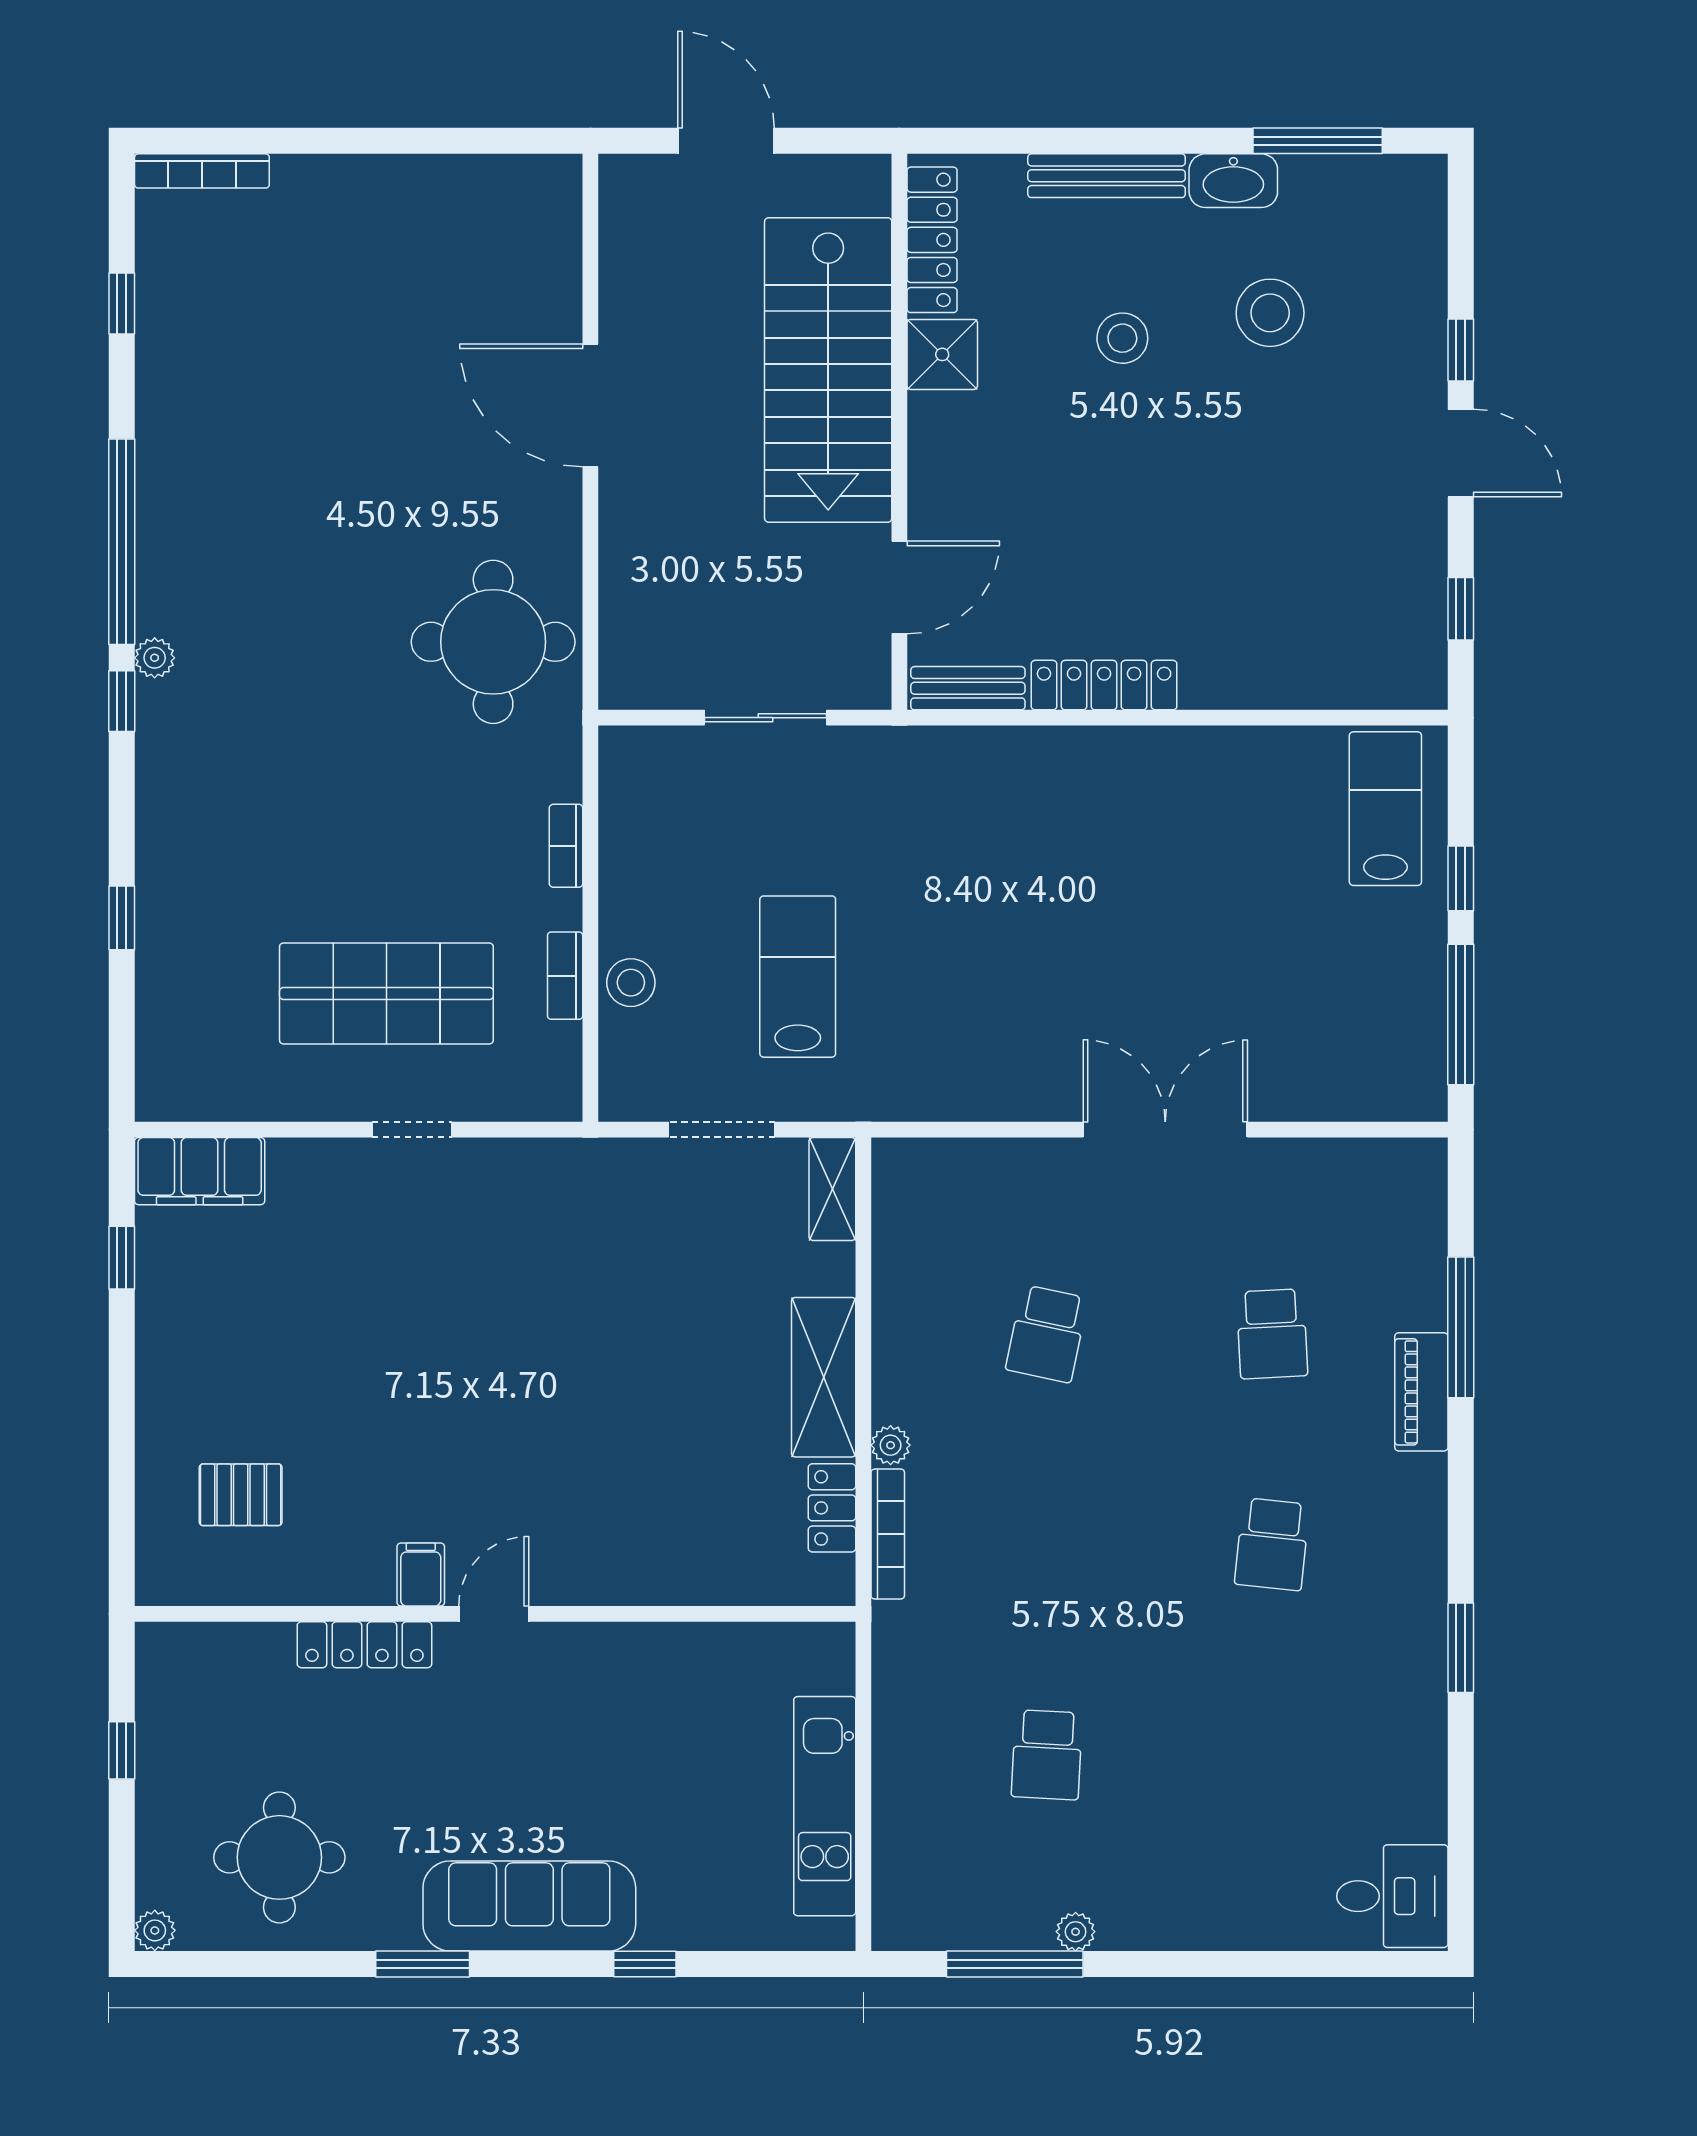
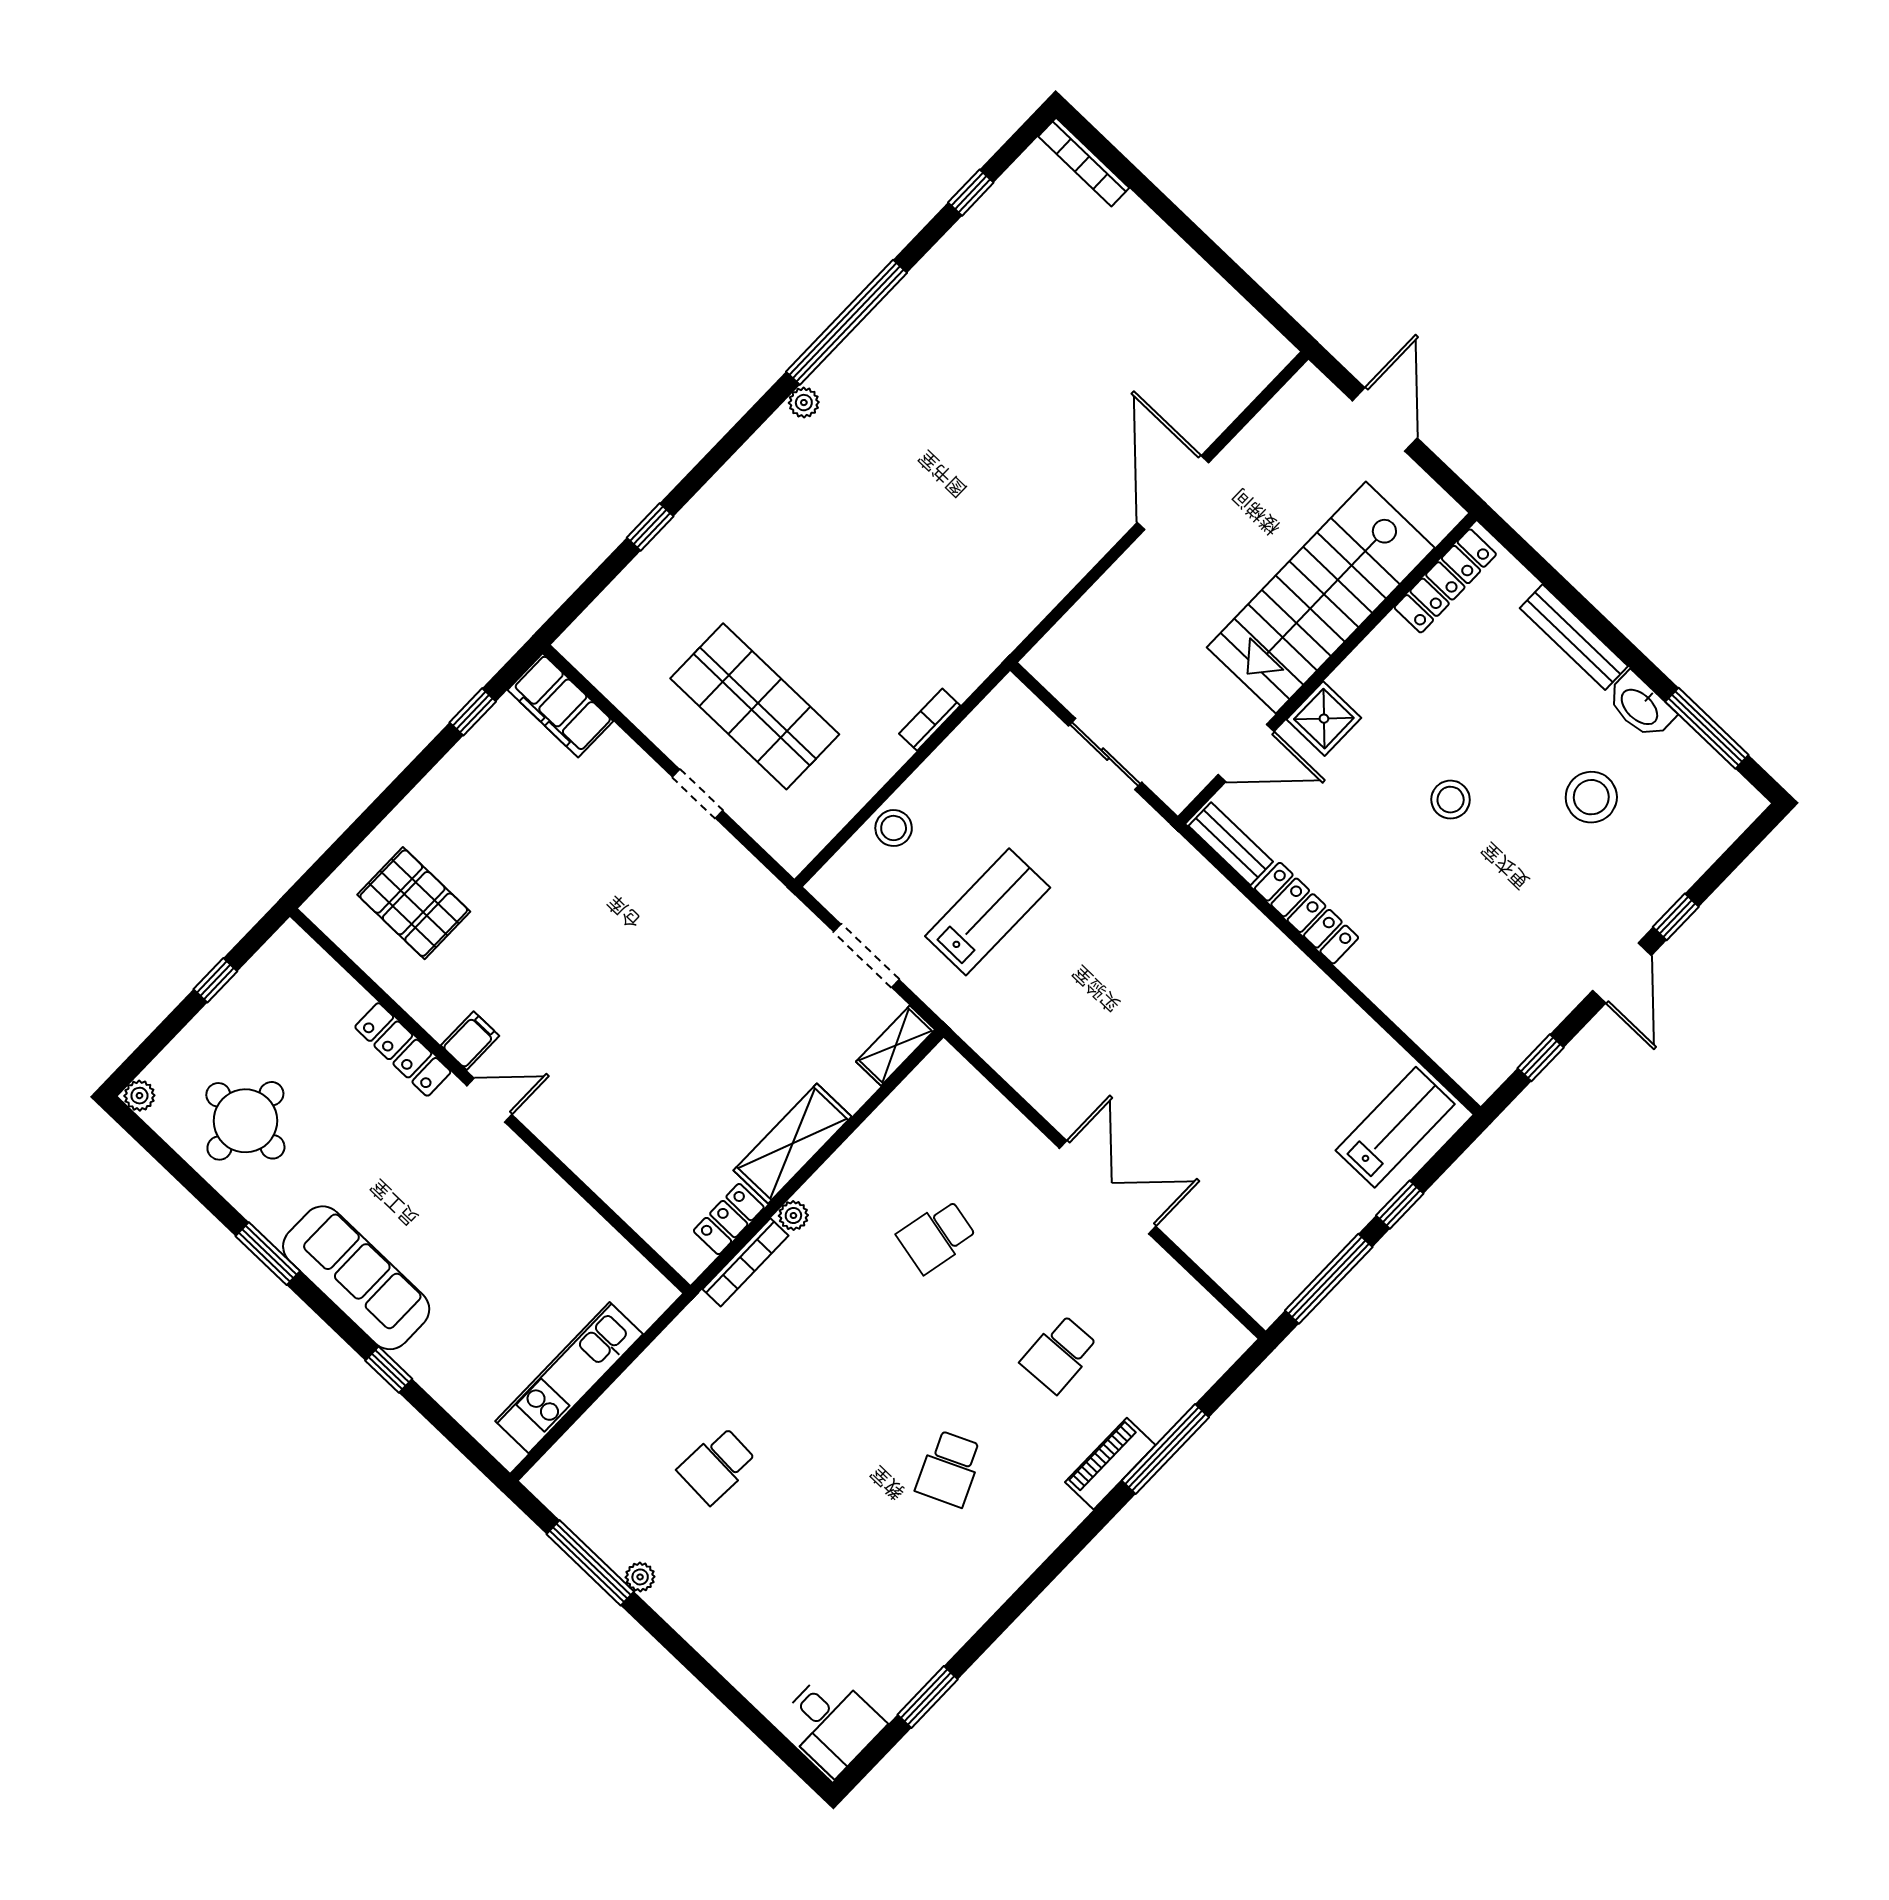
stool: (1122, 338) -> (1451, 800), moved
shower: (942, 354) -> (1324, 719), moved
round table: (493, 642) -> (996, 571), removed
window: (122, 701) -> (763, 409), removed
bookcase: (565, 976) -> (861, 790), removed
pallet: (241, 1495) -> (414, 903), width x1.50, depth x1.42
school desk: (1272, 1544) -> (949, 1469), turned -30
window: (1461, 1648) -> (928, 1697), moved

